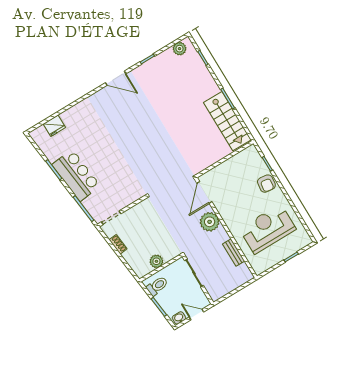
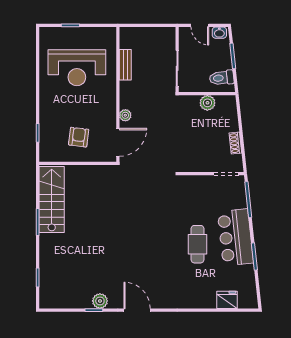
plant: (180, 49) -> (100, 301), moved
cafe table: (101, 153) -> (197, 244), added
armchair: (266, 184) -> (79, 137), moved
plant: (210, 222) -> (125, 115), width x0.53, depth x0.53

